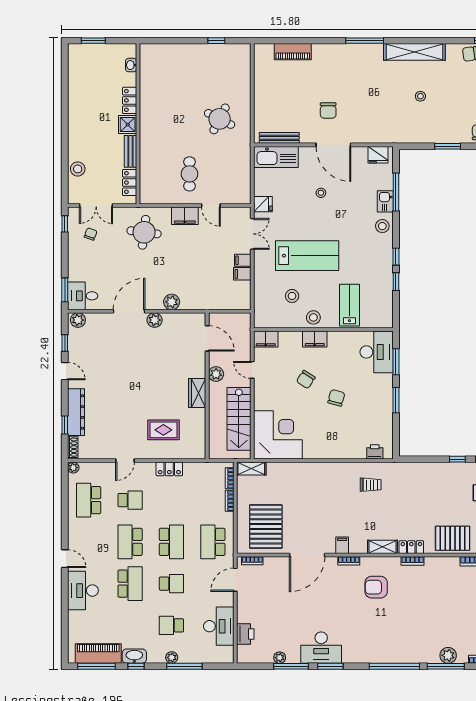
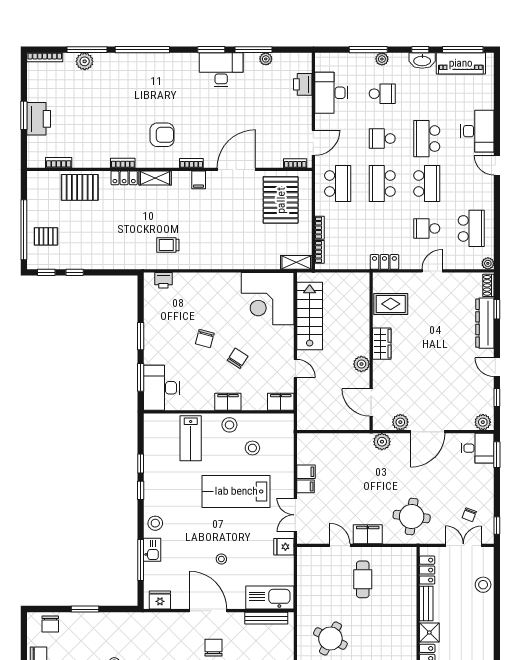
door: (207, 338) -> (371, 402), moved
plant: (216, 374) -> (361, 364), moved
wall: (207, 386) -> (371, 351), moved
wardrobe: (197, 393) -> (382, 344), moved

